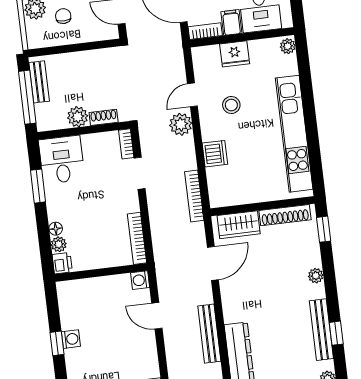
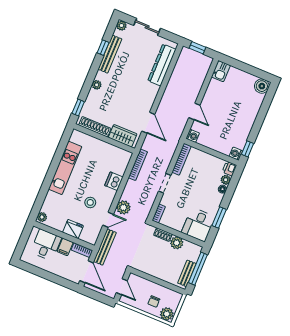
kitchen unit: (294, 134) -> (65, 168), width x0.73
doorway: (140, 173) -> (165, 183), moved
door: (213, 263) -> (148, 123), swing flipped
bench: (209, 334) -> (105, 247), moved
washing machine: (71, 339) -> (236, 154), moved
window: (57, 343) -> (247, 149), moved

